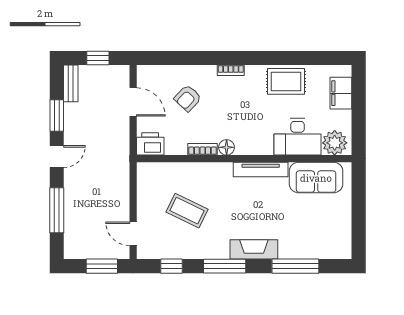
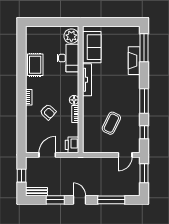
filing cabinet: (341, 93) -> (42, 32), removed
armchair: (188, 98) -> (48, 112), moved
fireplace: (254, 249) -> (134, 61), moved
window: (295, 266) -> (144, 48), moved

